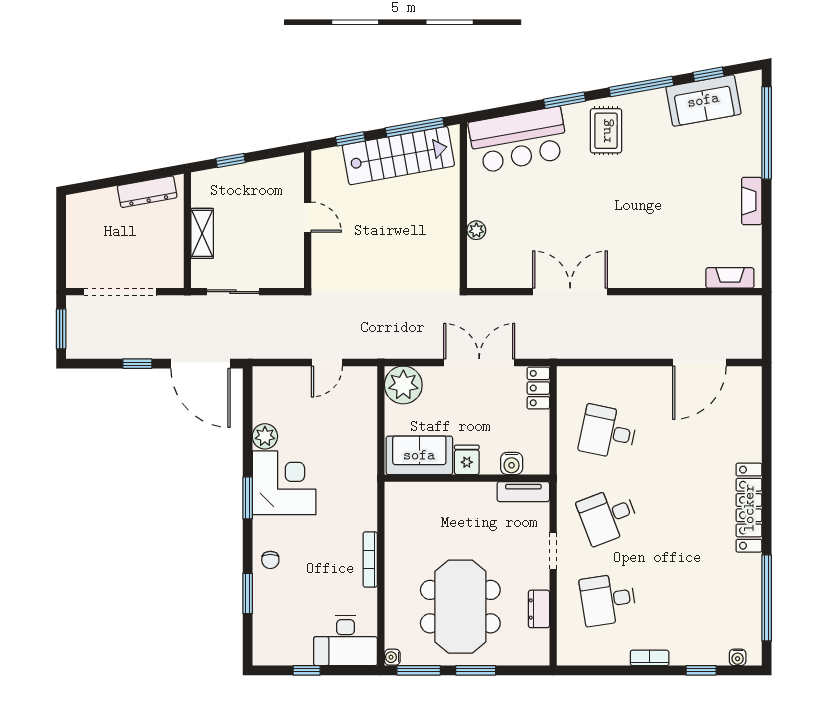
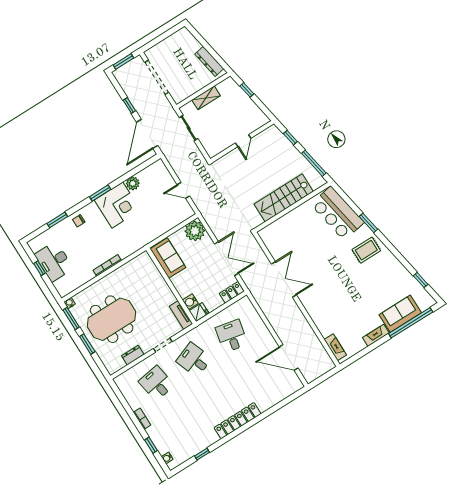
window: (641, 86) -> (396, 253), removed
sofa: (703, 100) -> (400, 314), moved, turned 100
stairs: (398, 156) -> (284, 198), moved, turned 100
plant: (476, 230) -> (285, 220), removed
fridge: (467, 460) -> (199, 312), moved
window: (767, 598) -> (202, 454), width x0.32
desk: (345, 641) -> (54, 262), moved

